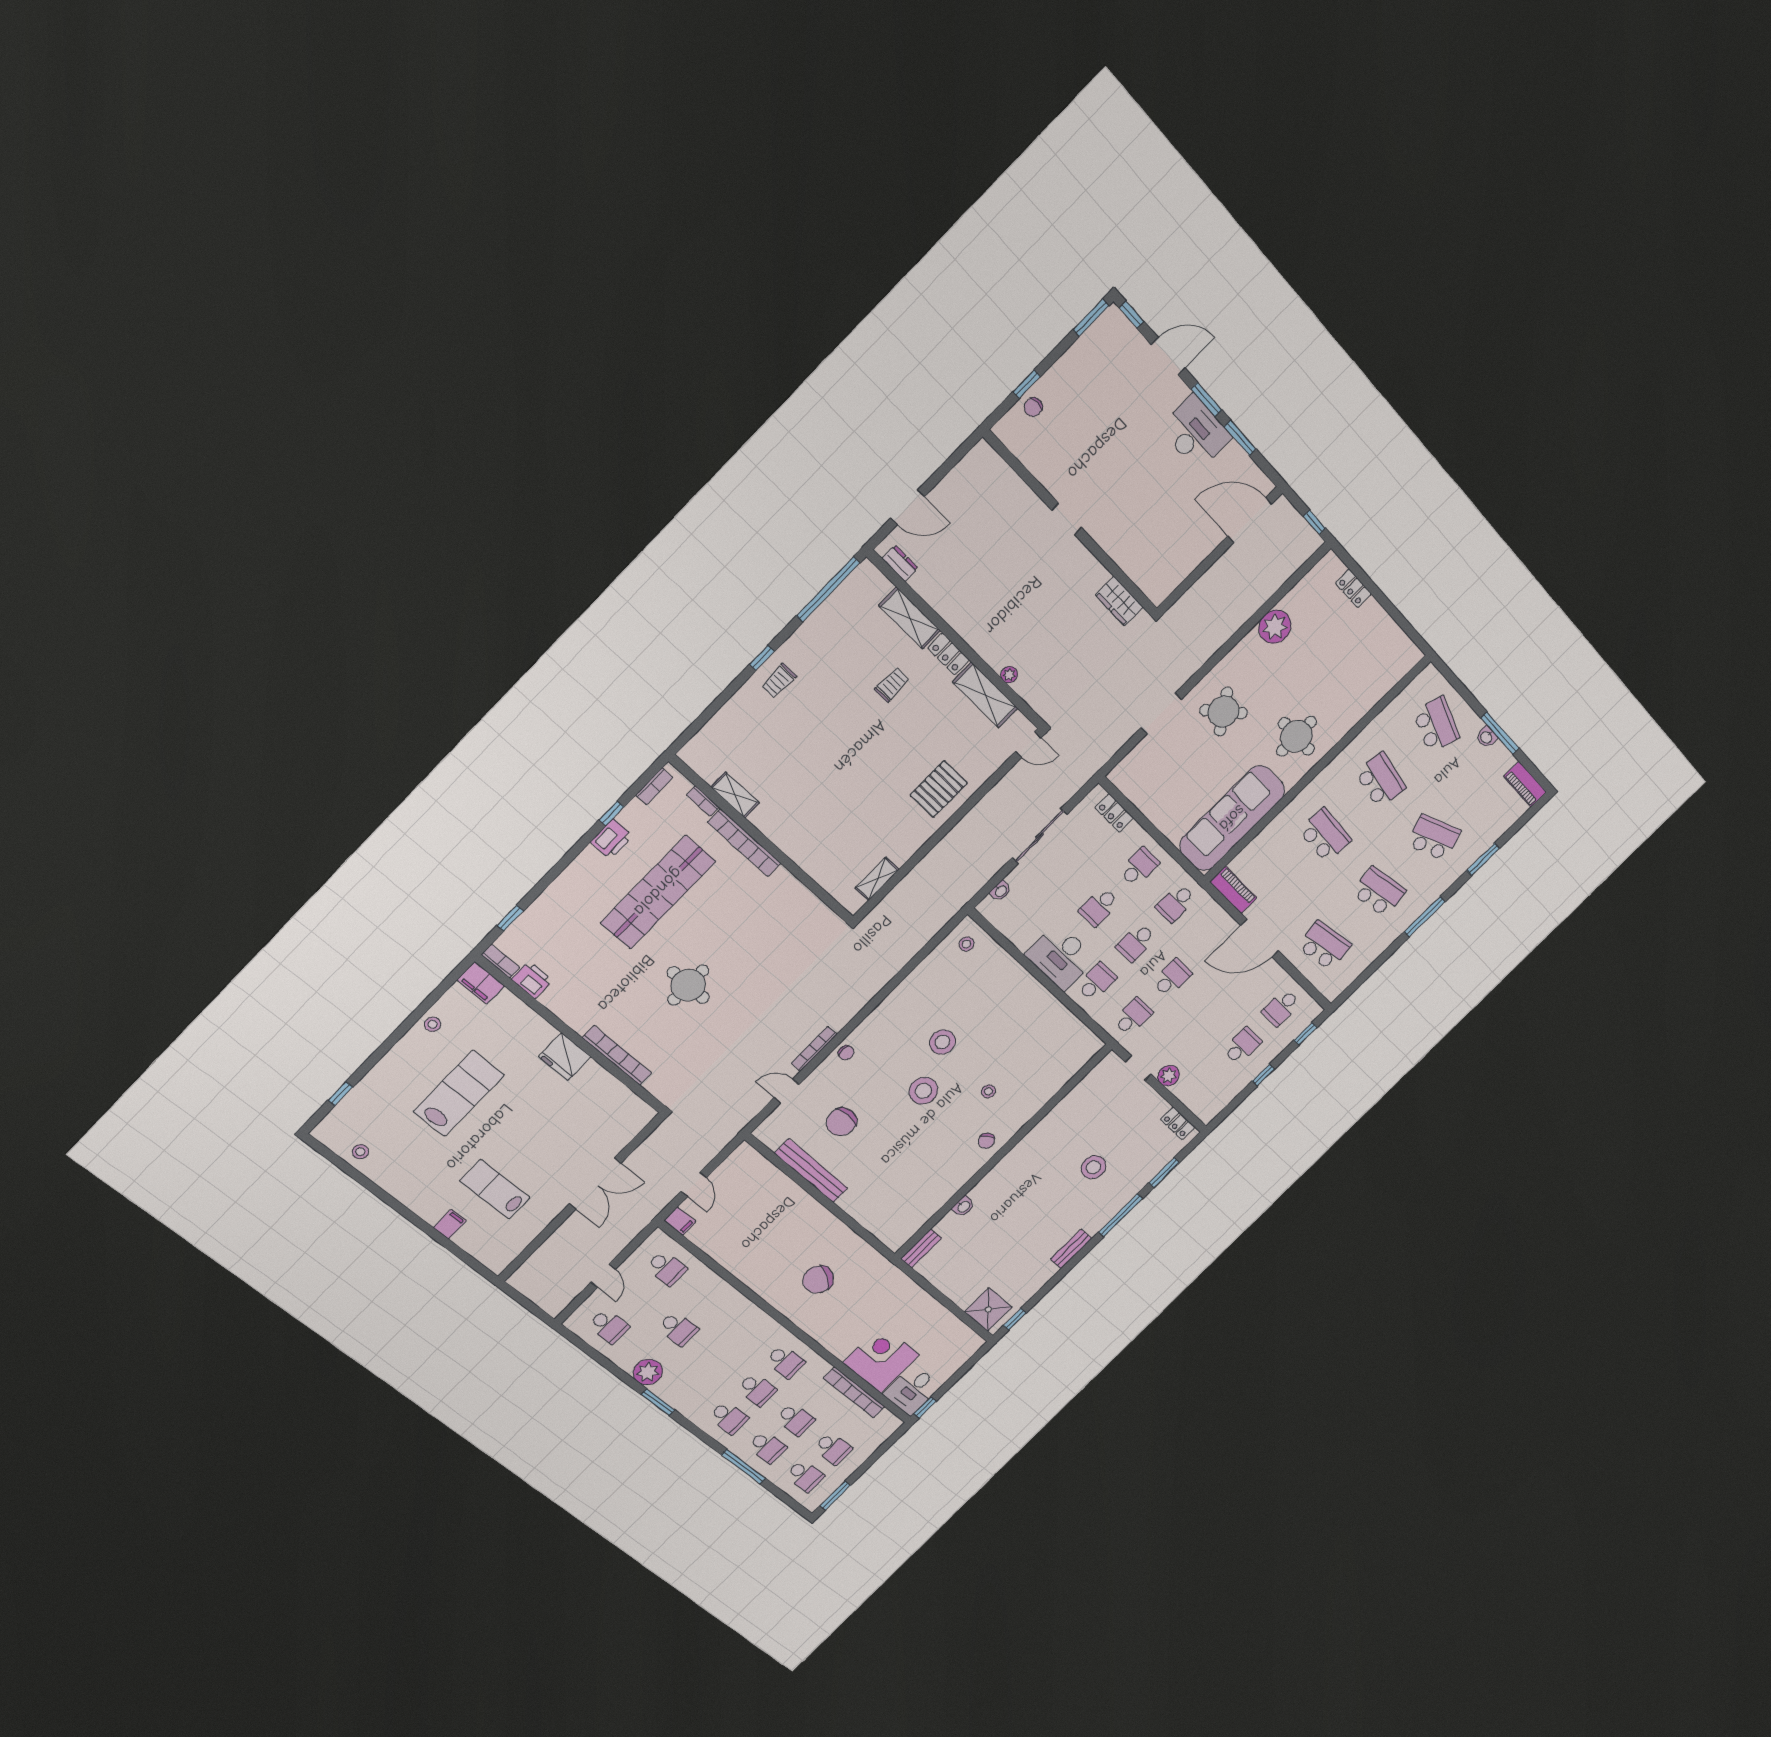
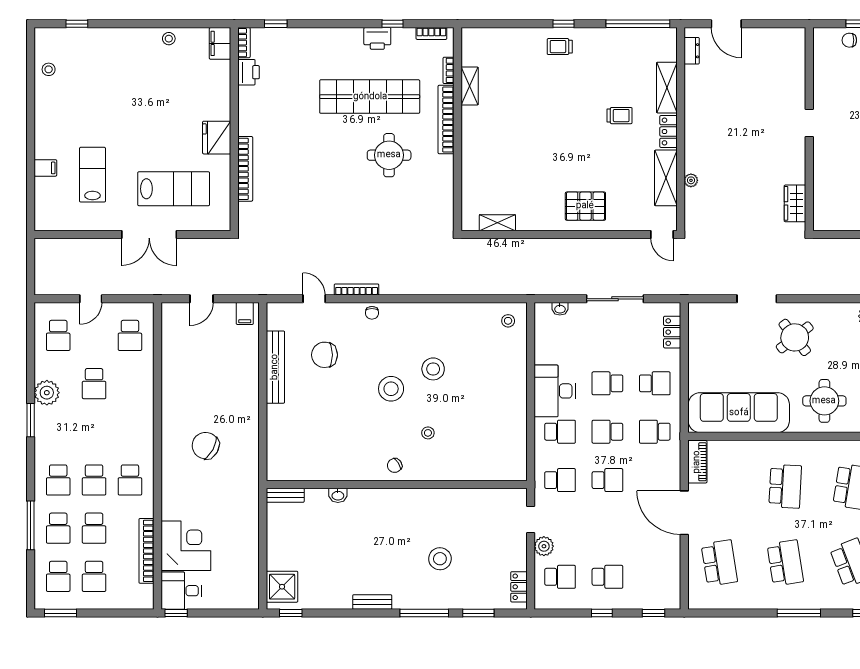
round table: (688, 985) -> (389, 155), moved
school desk: (1281, 1008) -> (560, 577), moved, turned 180
lab bench: (459, 1093) -> (174, 189), moved
filing cabinet: (680, 1221) -> (245, 313), moved

